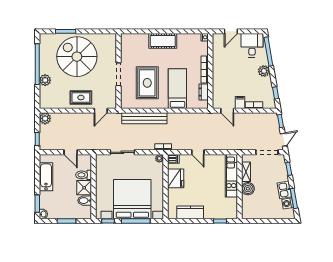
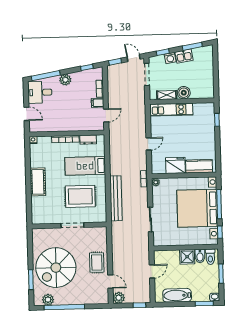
plant: (45, 80) -> (48, 300), moved
door: (101, 111) -> (110, 282), moved
dishwasher: (173, 159) -> (156, 168), removed
toilet: (84, 175) -> (210, 257), moved
washing machine: (288, 203) -> (170, 58), moved
kitchen counter: (190, 212) -> (199, 166), moved, turned 90

